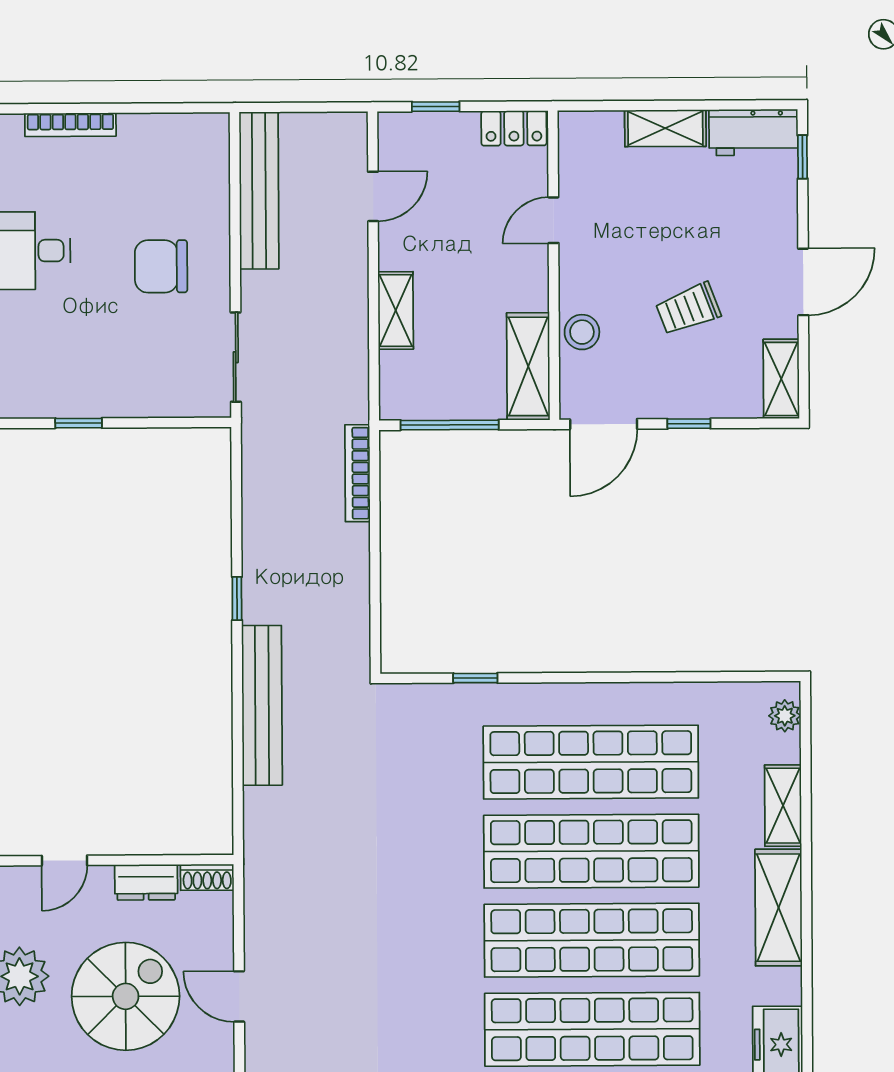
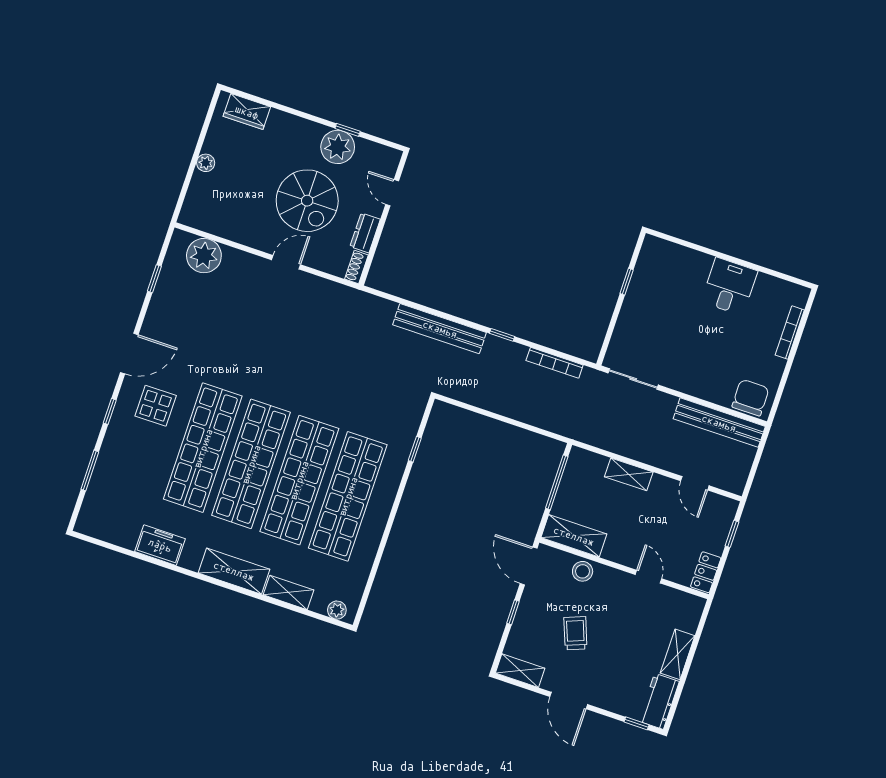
chair: (161, 266) -> (751, 398), moved
bookcase: (357, 473) -> (555, 363), moved, turned 180

